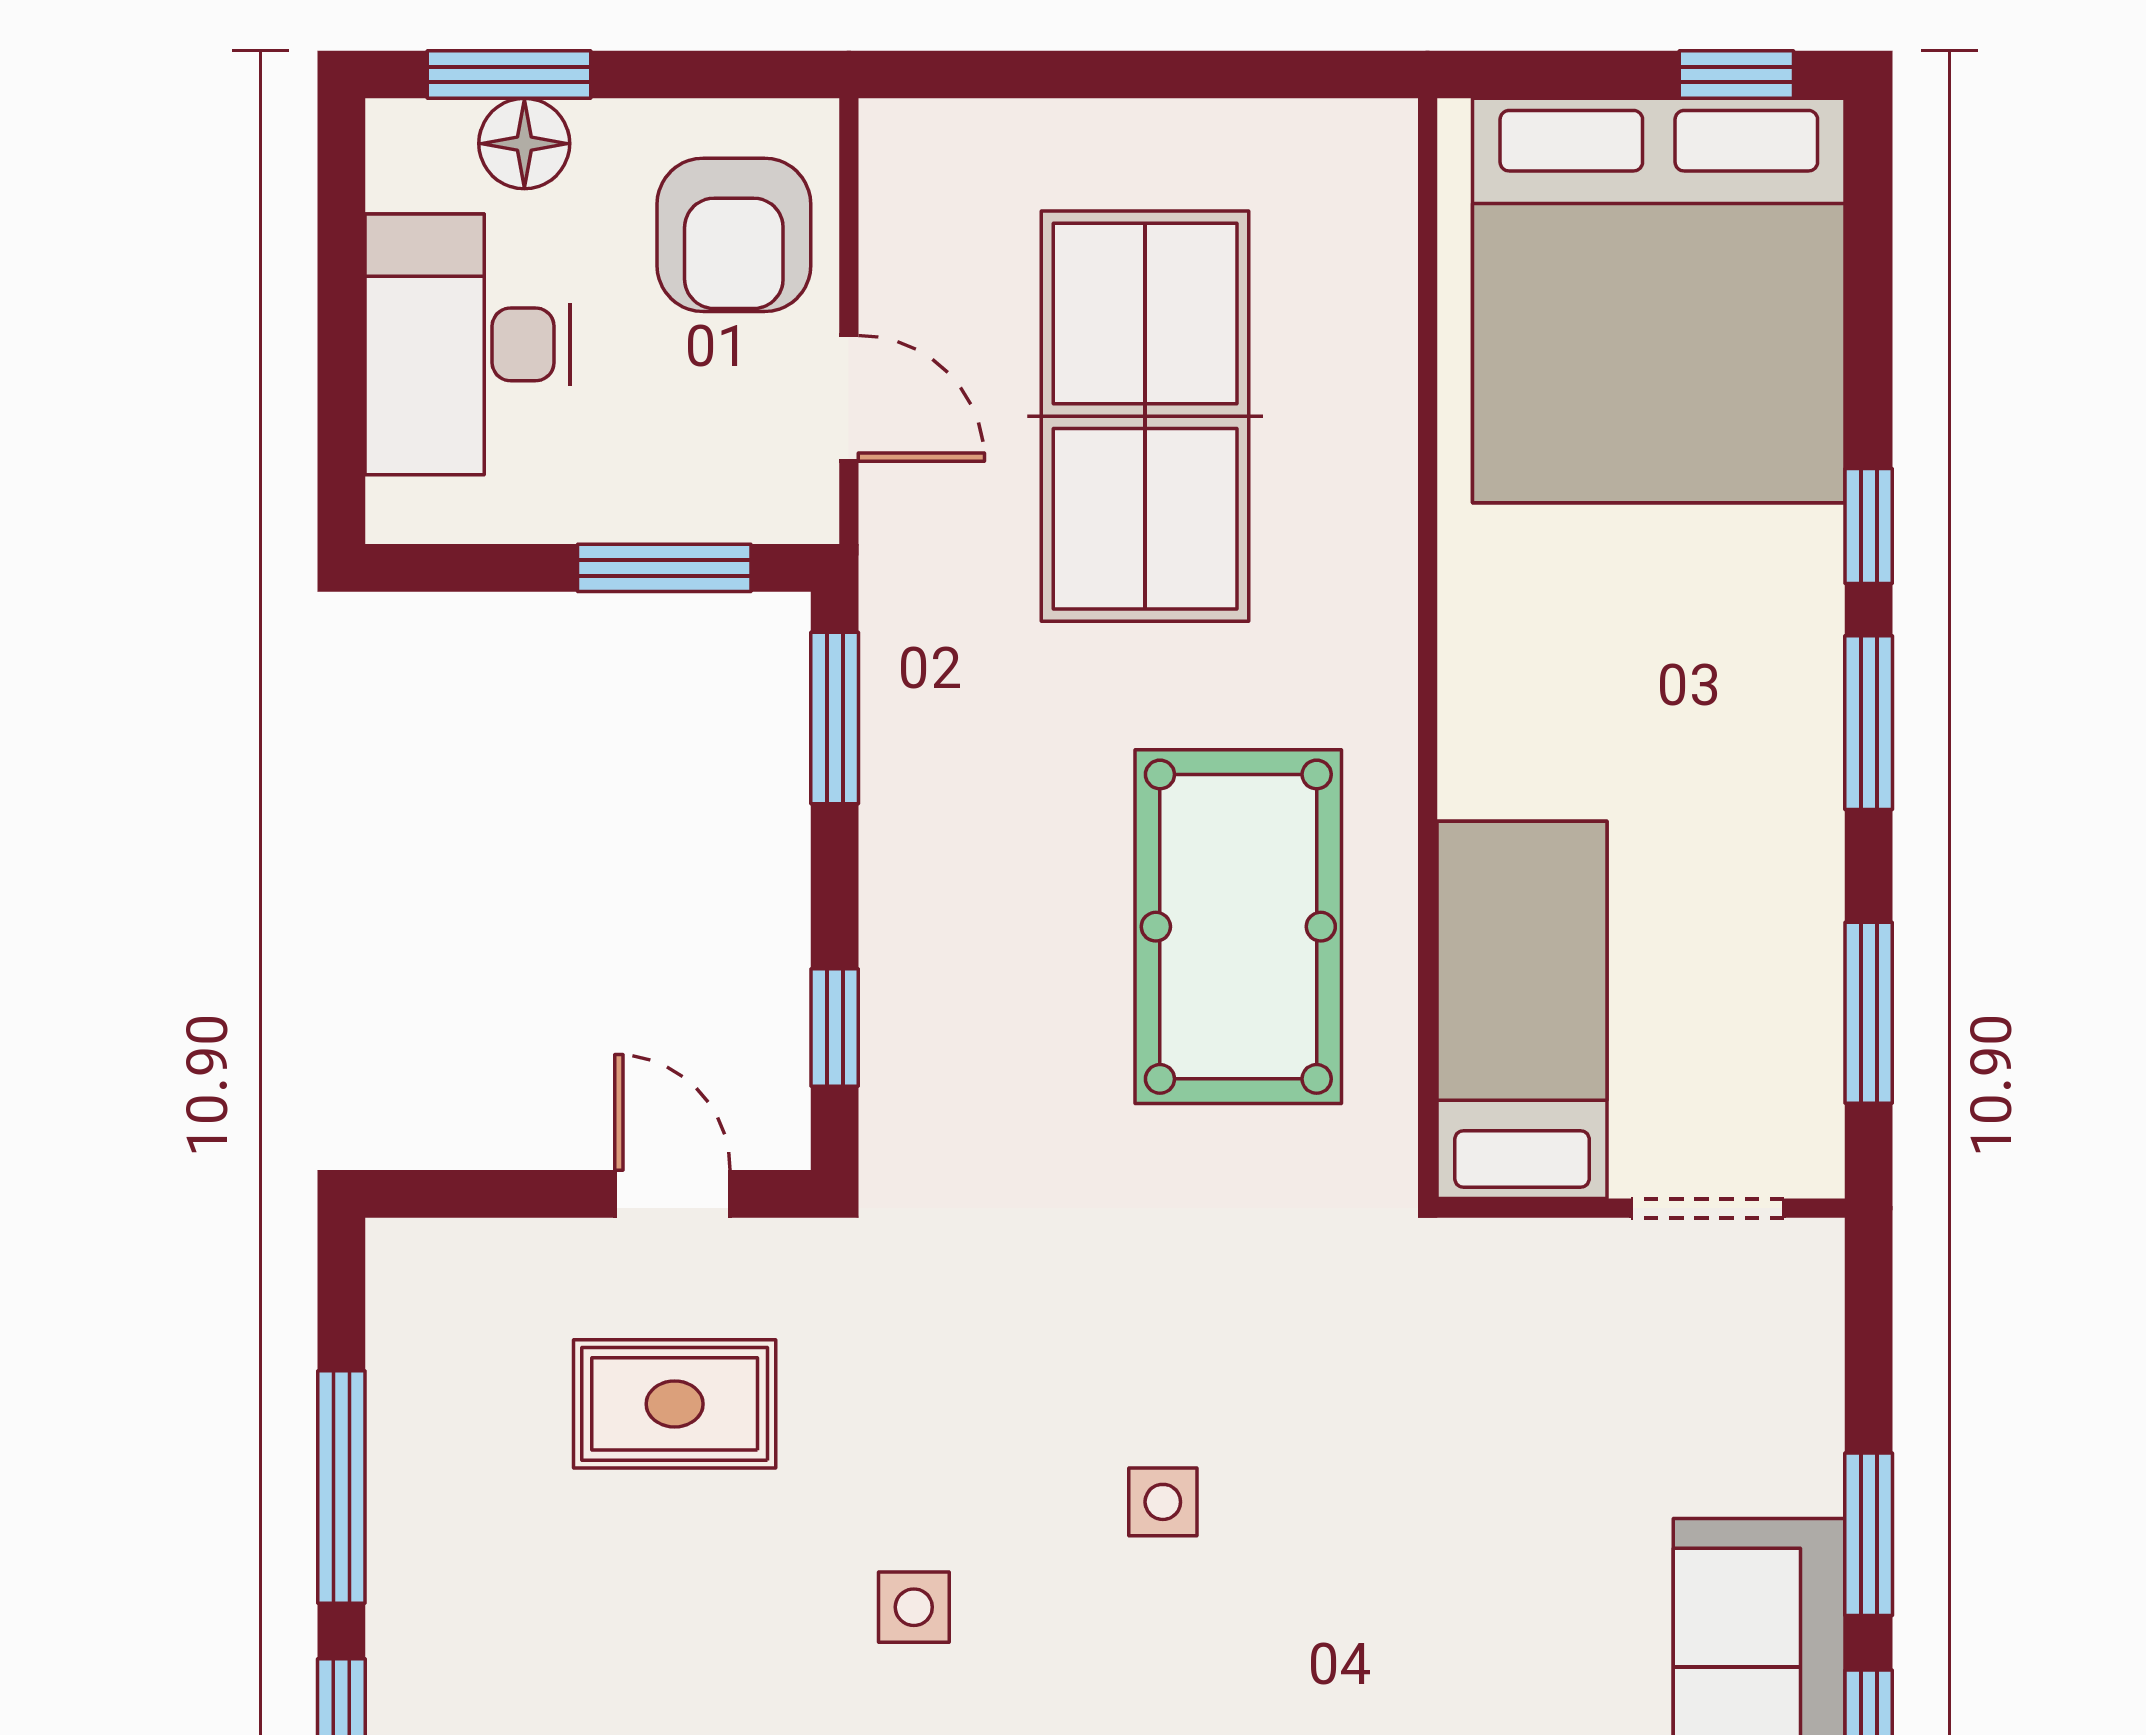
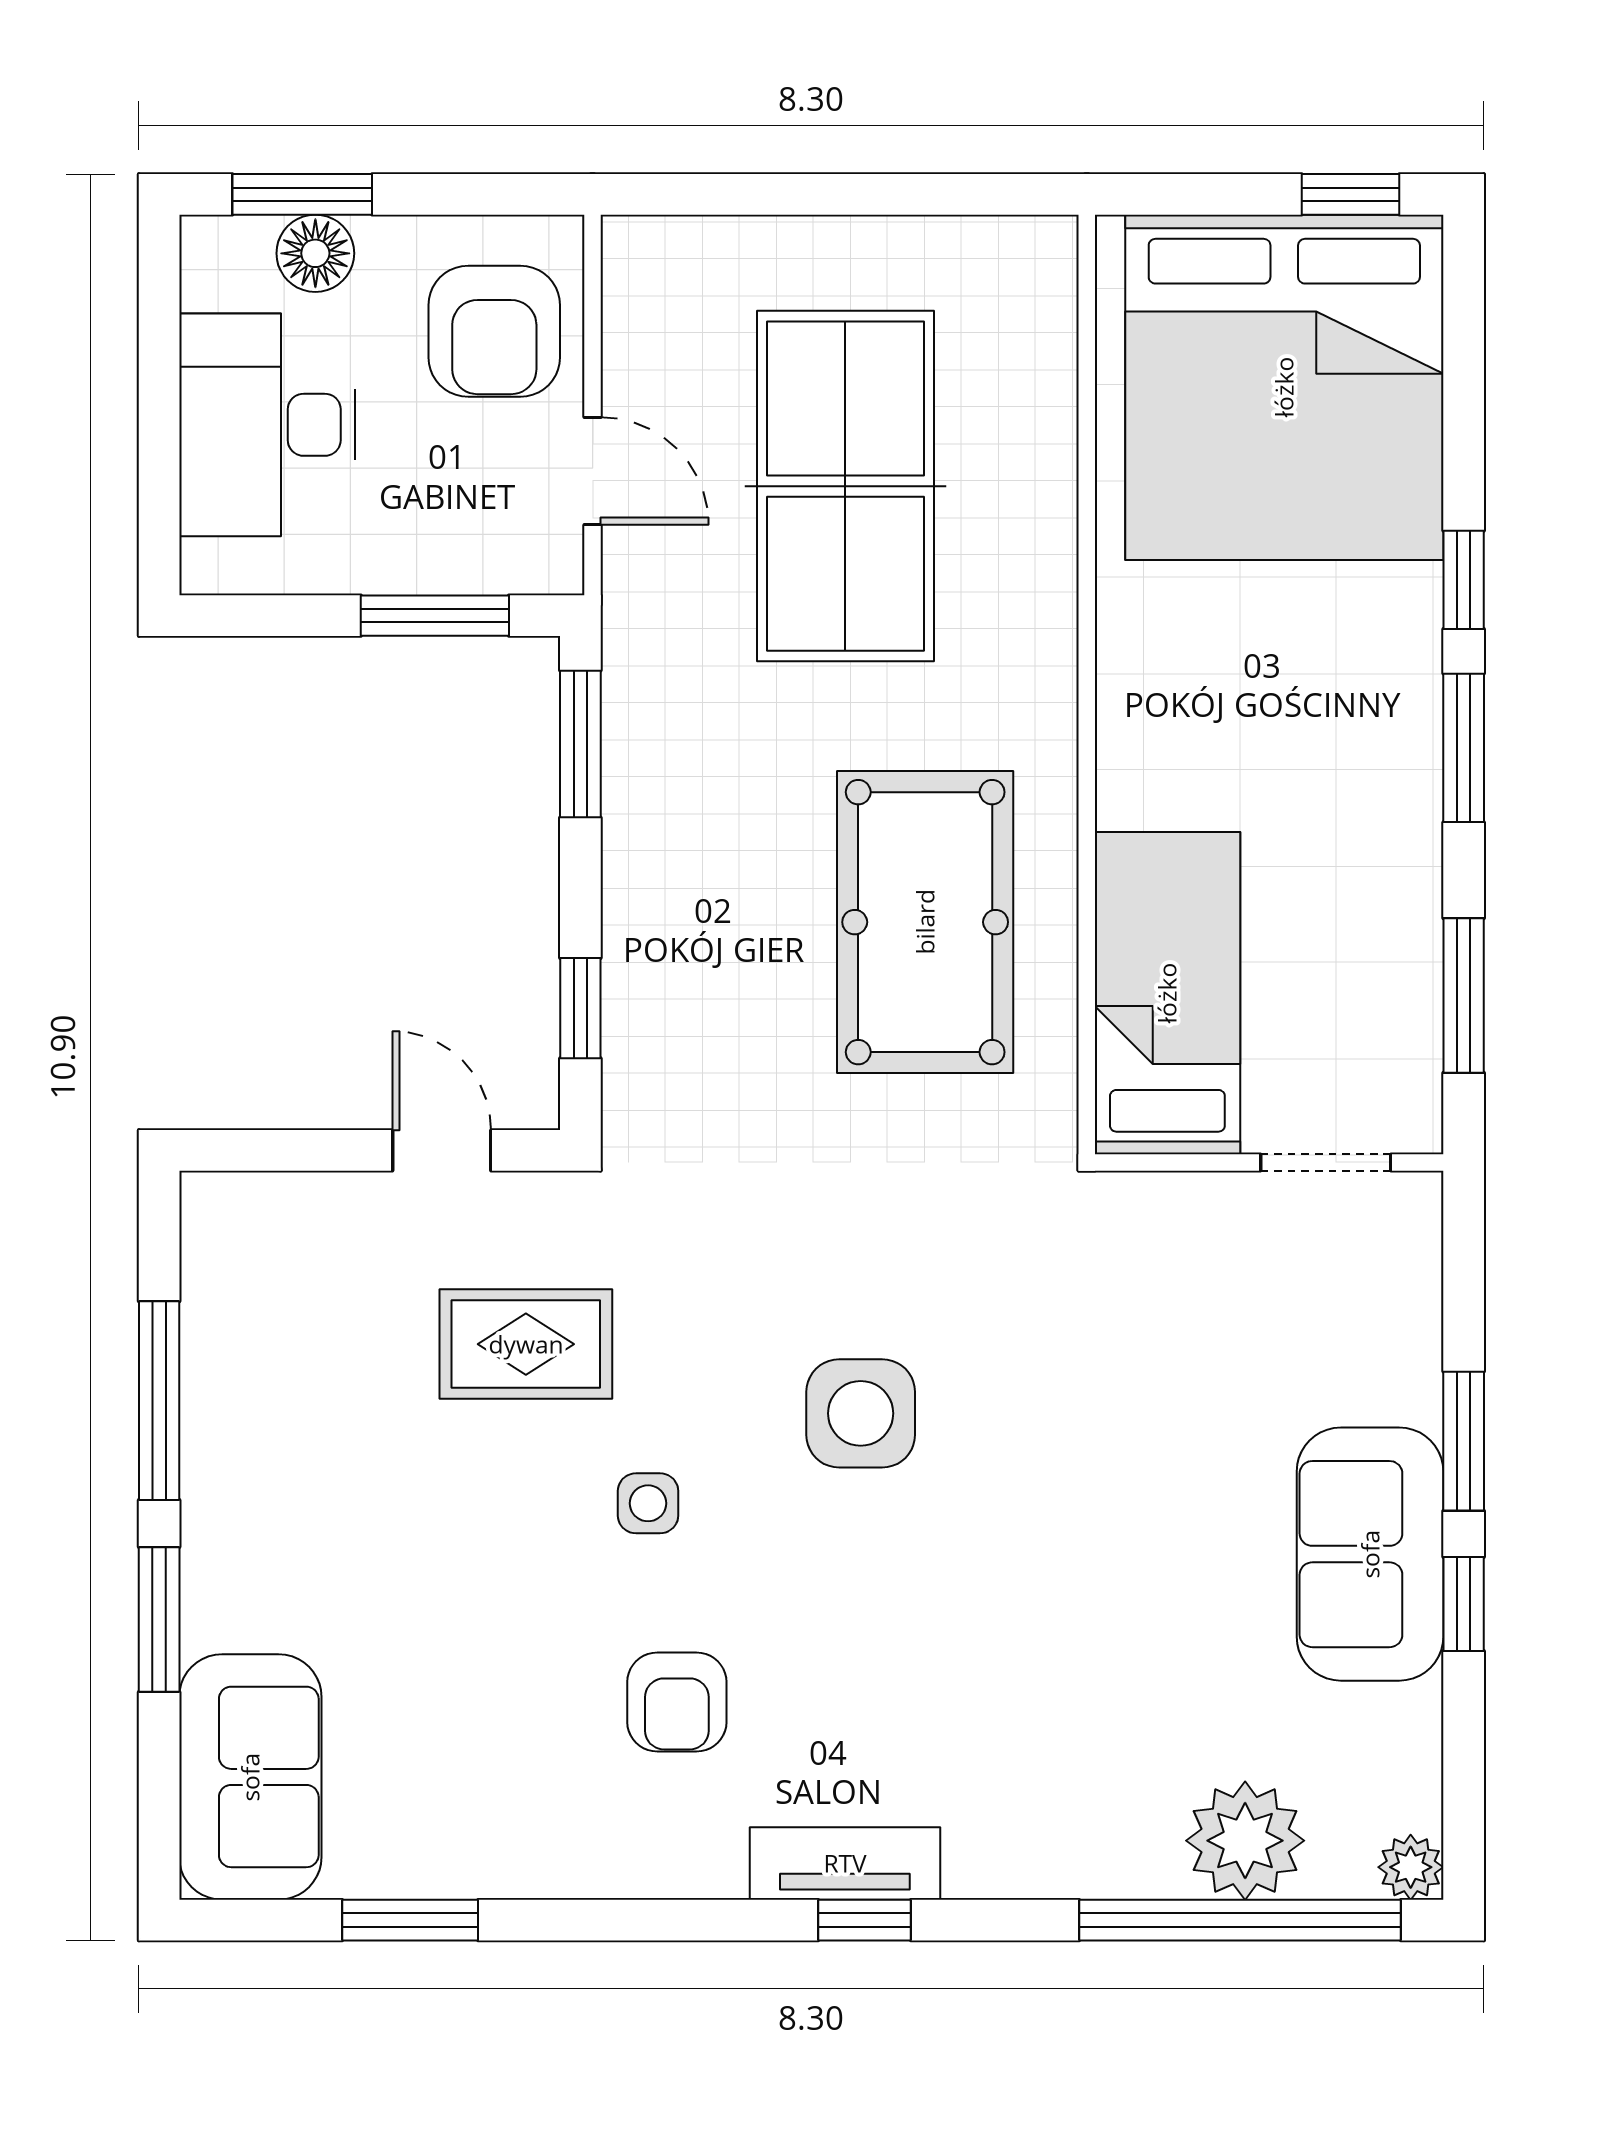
rug: (675, 1404) -> (526, 1344), moved
side table: (1163, 1502) -> (861, 1413), width x1.87, depth x1.87

